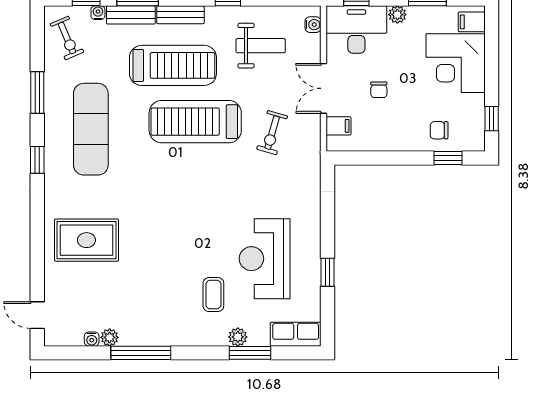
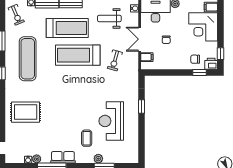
weight bench: (261, 46) -> (109, 18), turned 180
printer: (472, 140) -> (211, 64), added
window: (327, 272) -> (142, 107), moved
row of seats: (296, 334) -> (63, 157), moved

